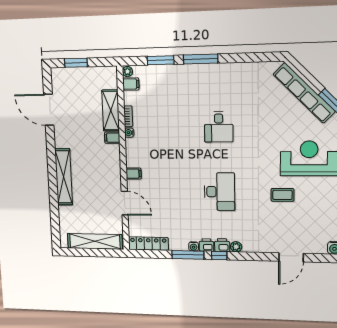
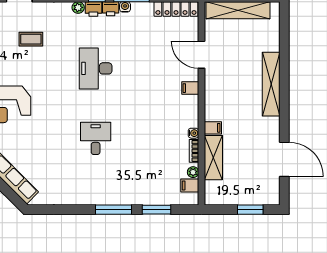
plant: (127, 72) -> (193, 172), moved
coffee table: (282, 195) -> (31, 39), moved

